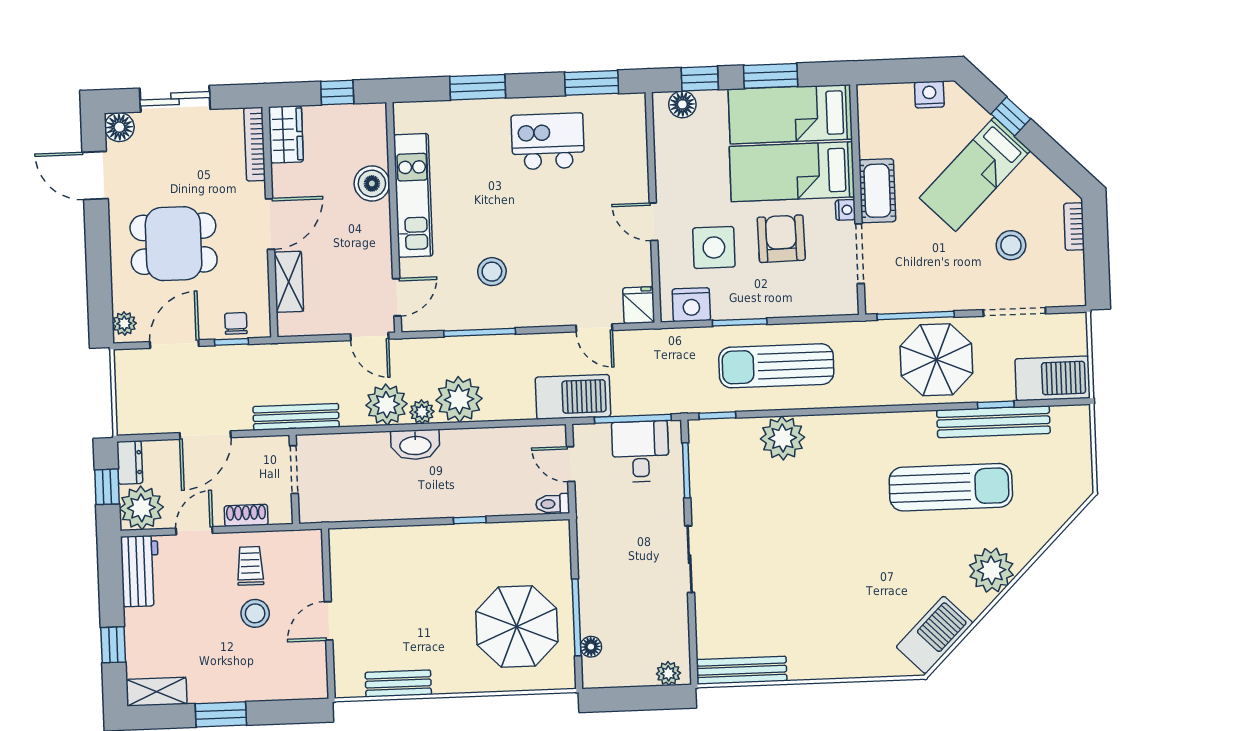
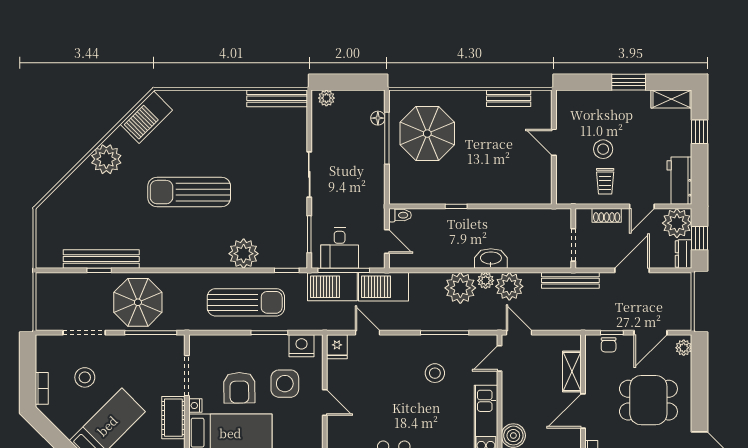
barbecue: (1053, 378) -> (332, 287), moved
sun lounger: (951, 487) -> (189, 192), moved
door: (329, 621) -> (554, 142), swing flipped

